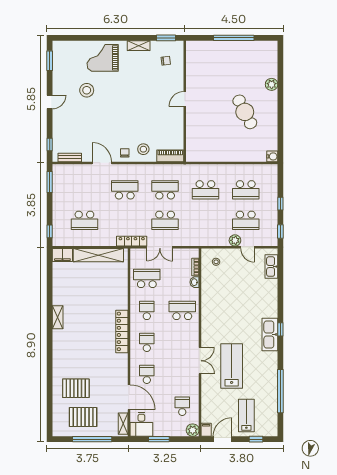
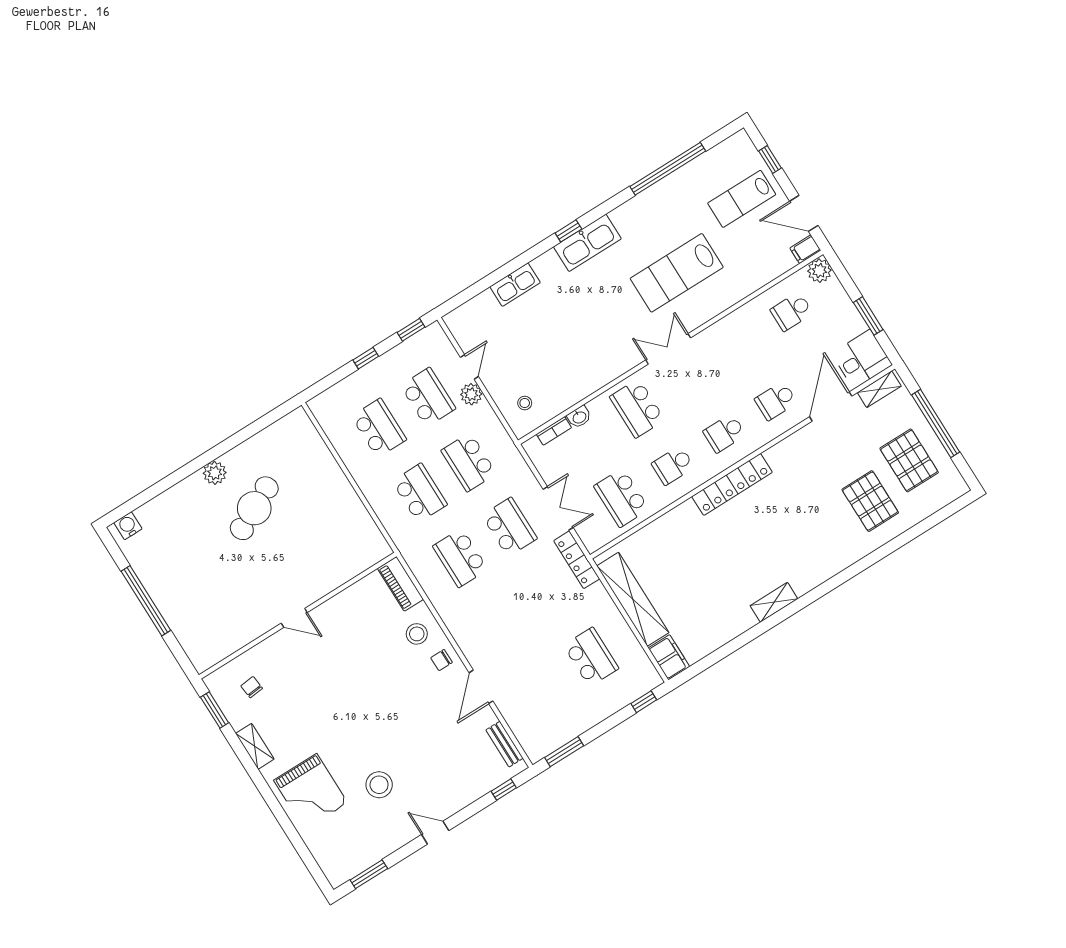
plant: (272, 84) -> (215, 473), moved
water cooler: (272, 156) -> (128, 526), moved
school desk: (125, 190) -> (469, 462), moved
kitchen sink: (271, 267) -> (515, 285), moved
double door: (200, 361) -> (668, 349), moved

